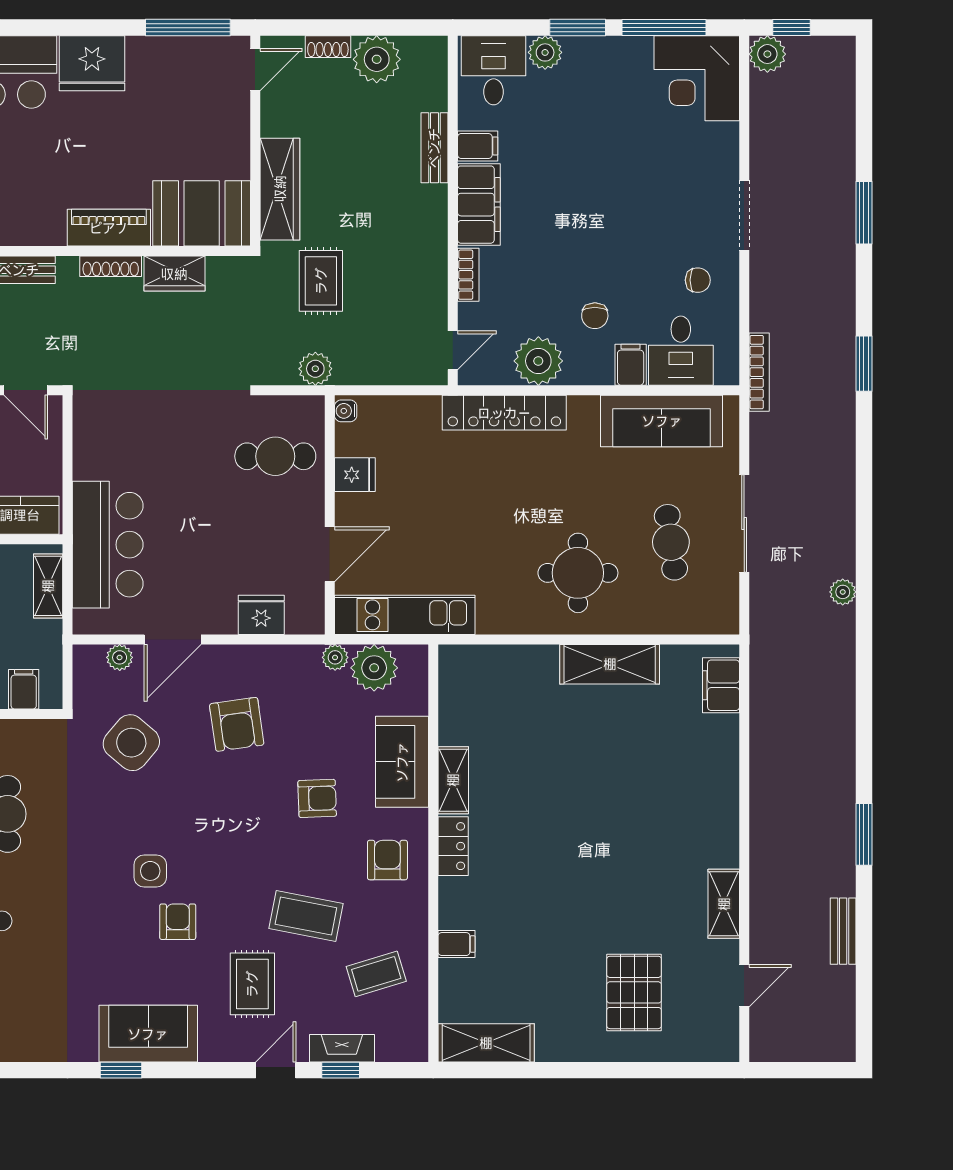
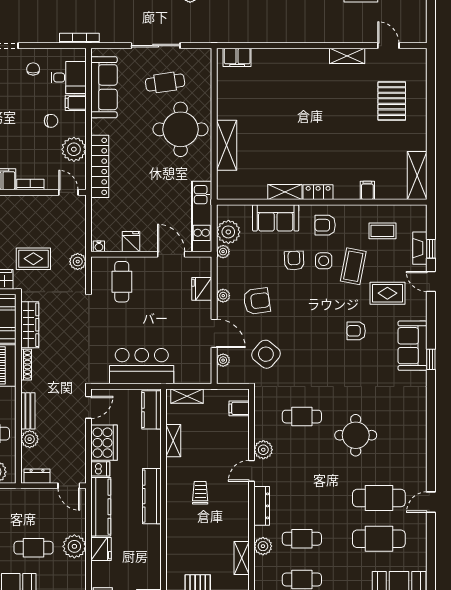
wardrobe: (174, 274) -> (30, 325), width x1.50
bar counter: (108, 545) -> (142, 366), moved
round table: (578, 573) -> (181, 129), width x1.36, depth x1.36
plant: (248, 658) -> (223, 296), added
shelving: (610, 664) -> (227, 145), moved
side table: (150, 871) -> (324, 261), moved
coffee table: (376, 974) -> (382, 231), turned -73
pallet: (634, 992) -> (392, 101), turned 90

